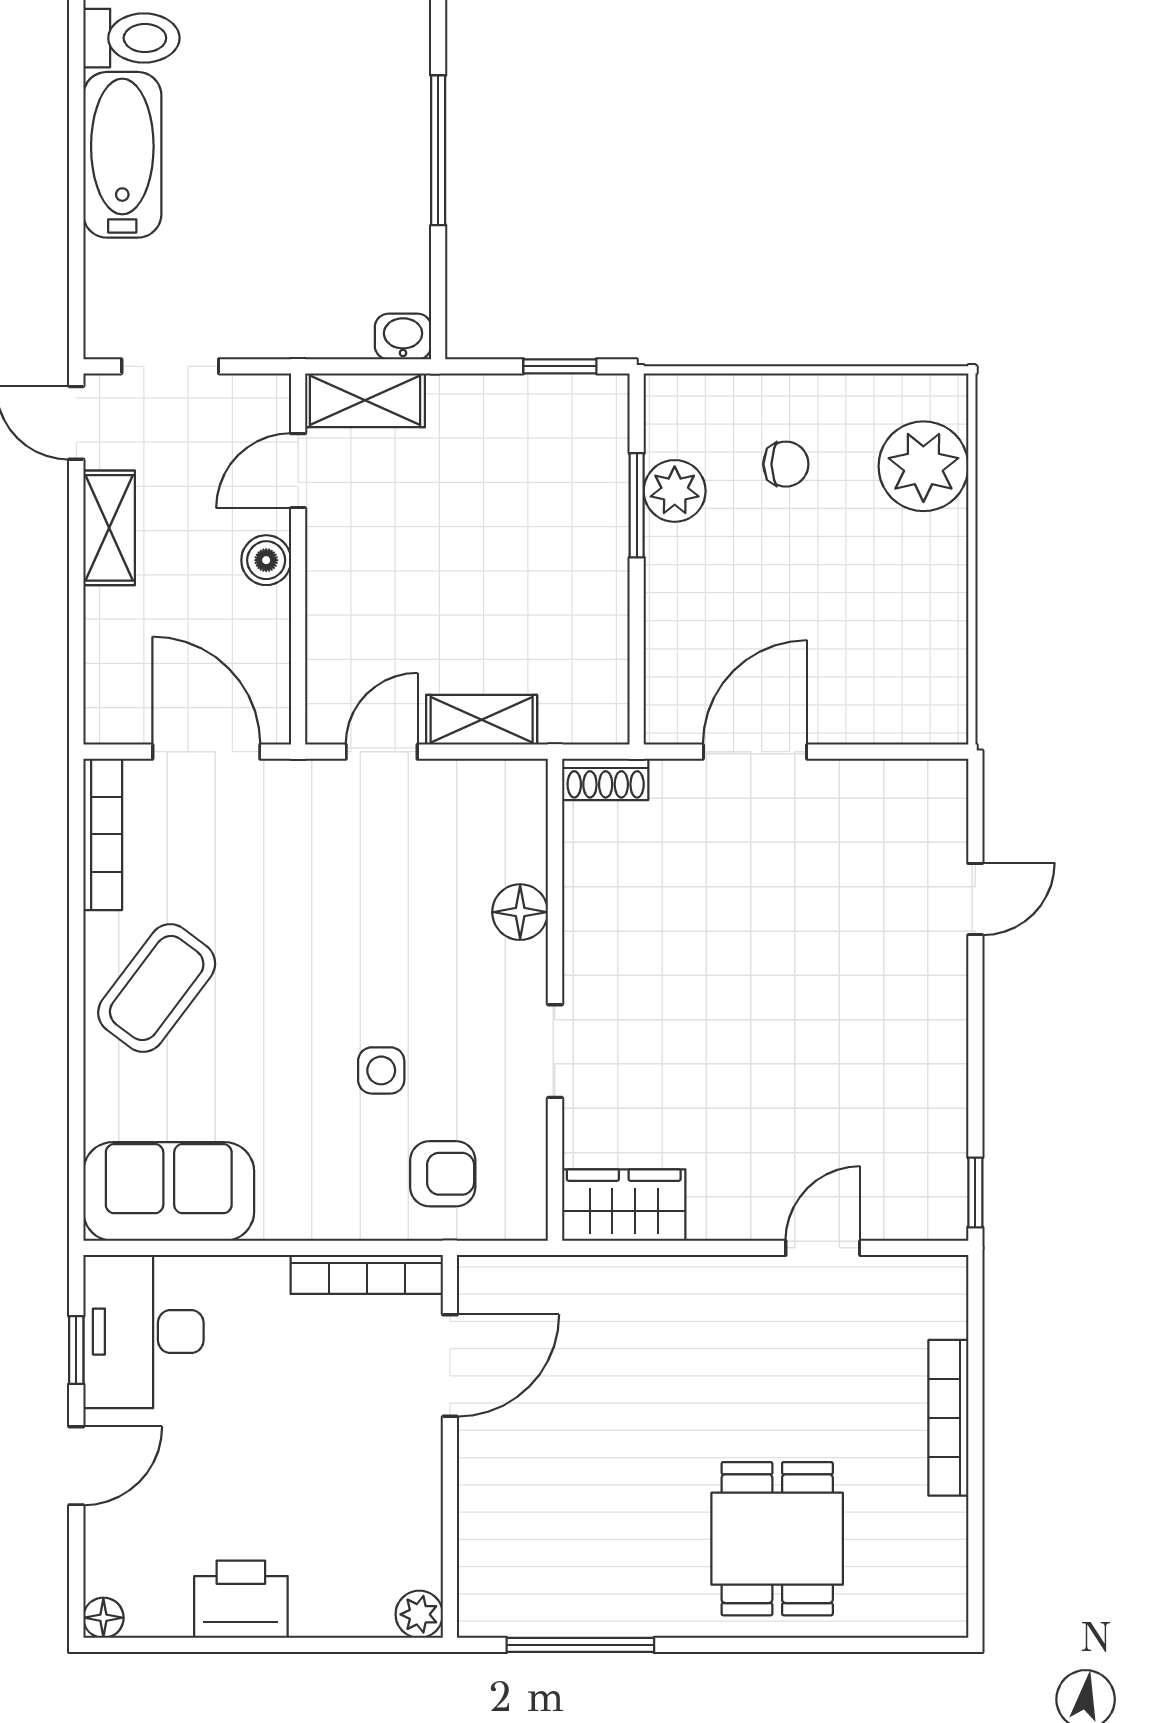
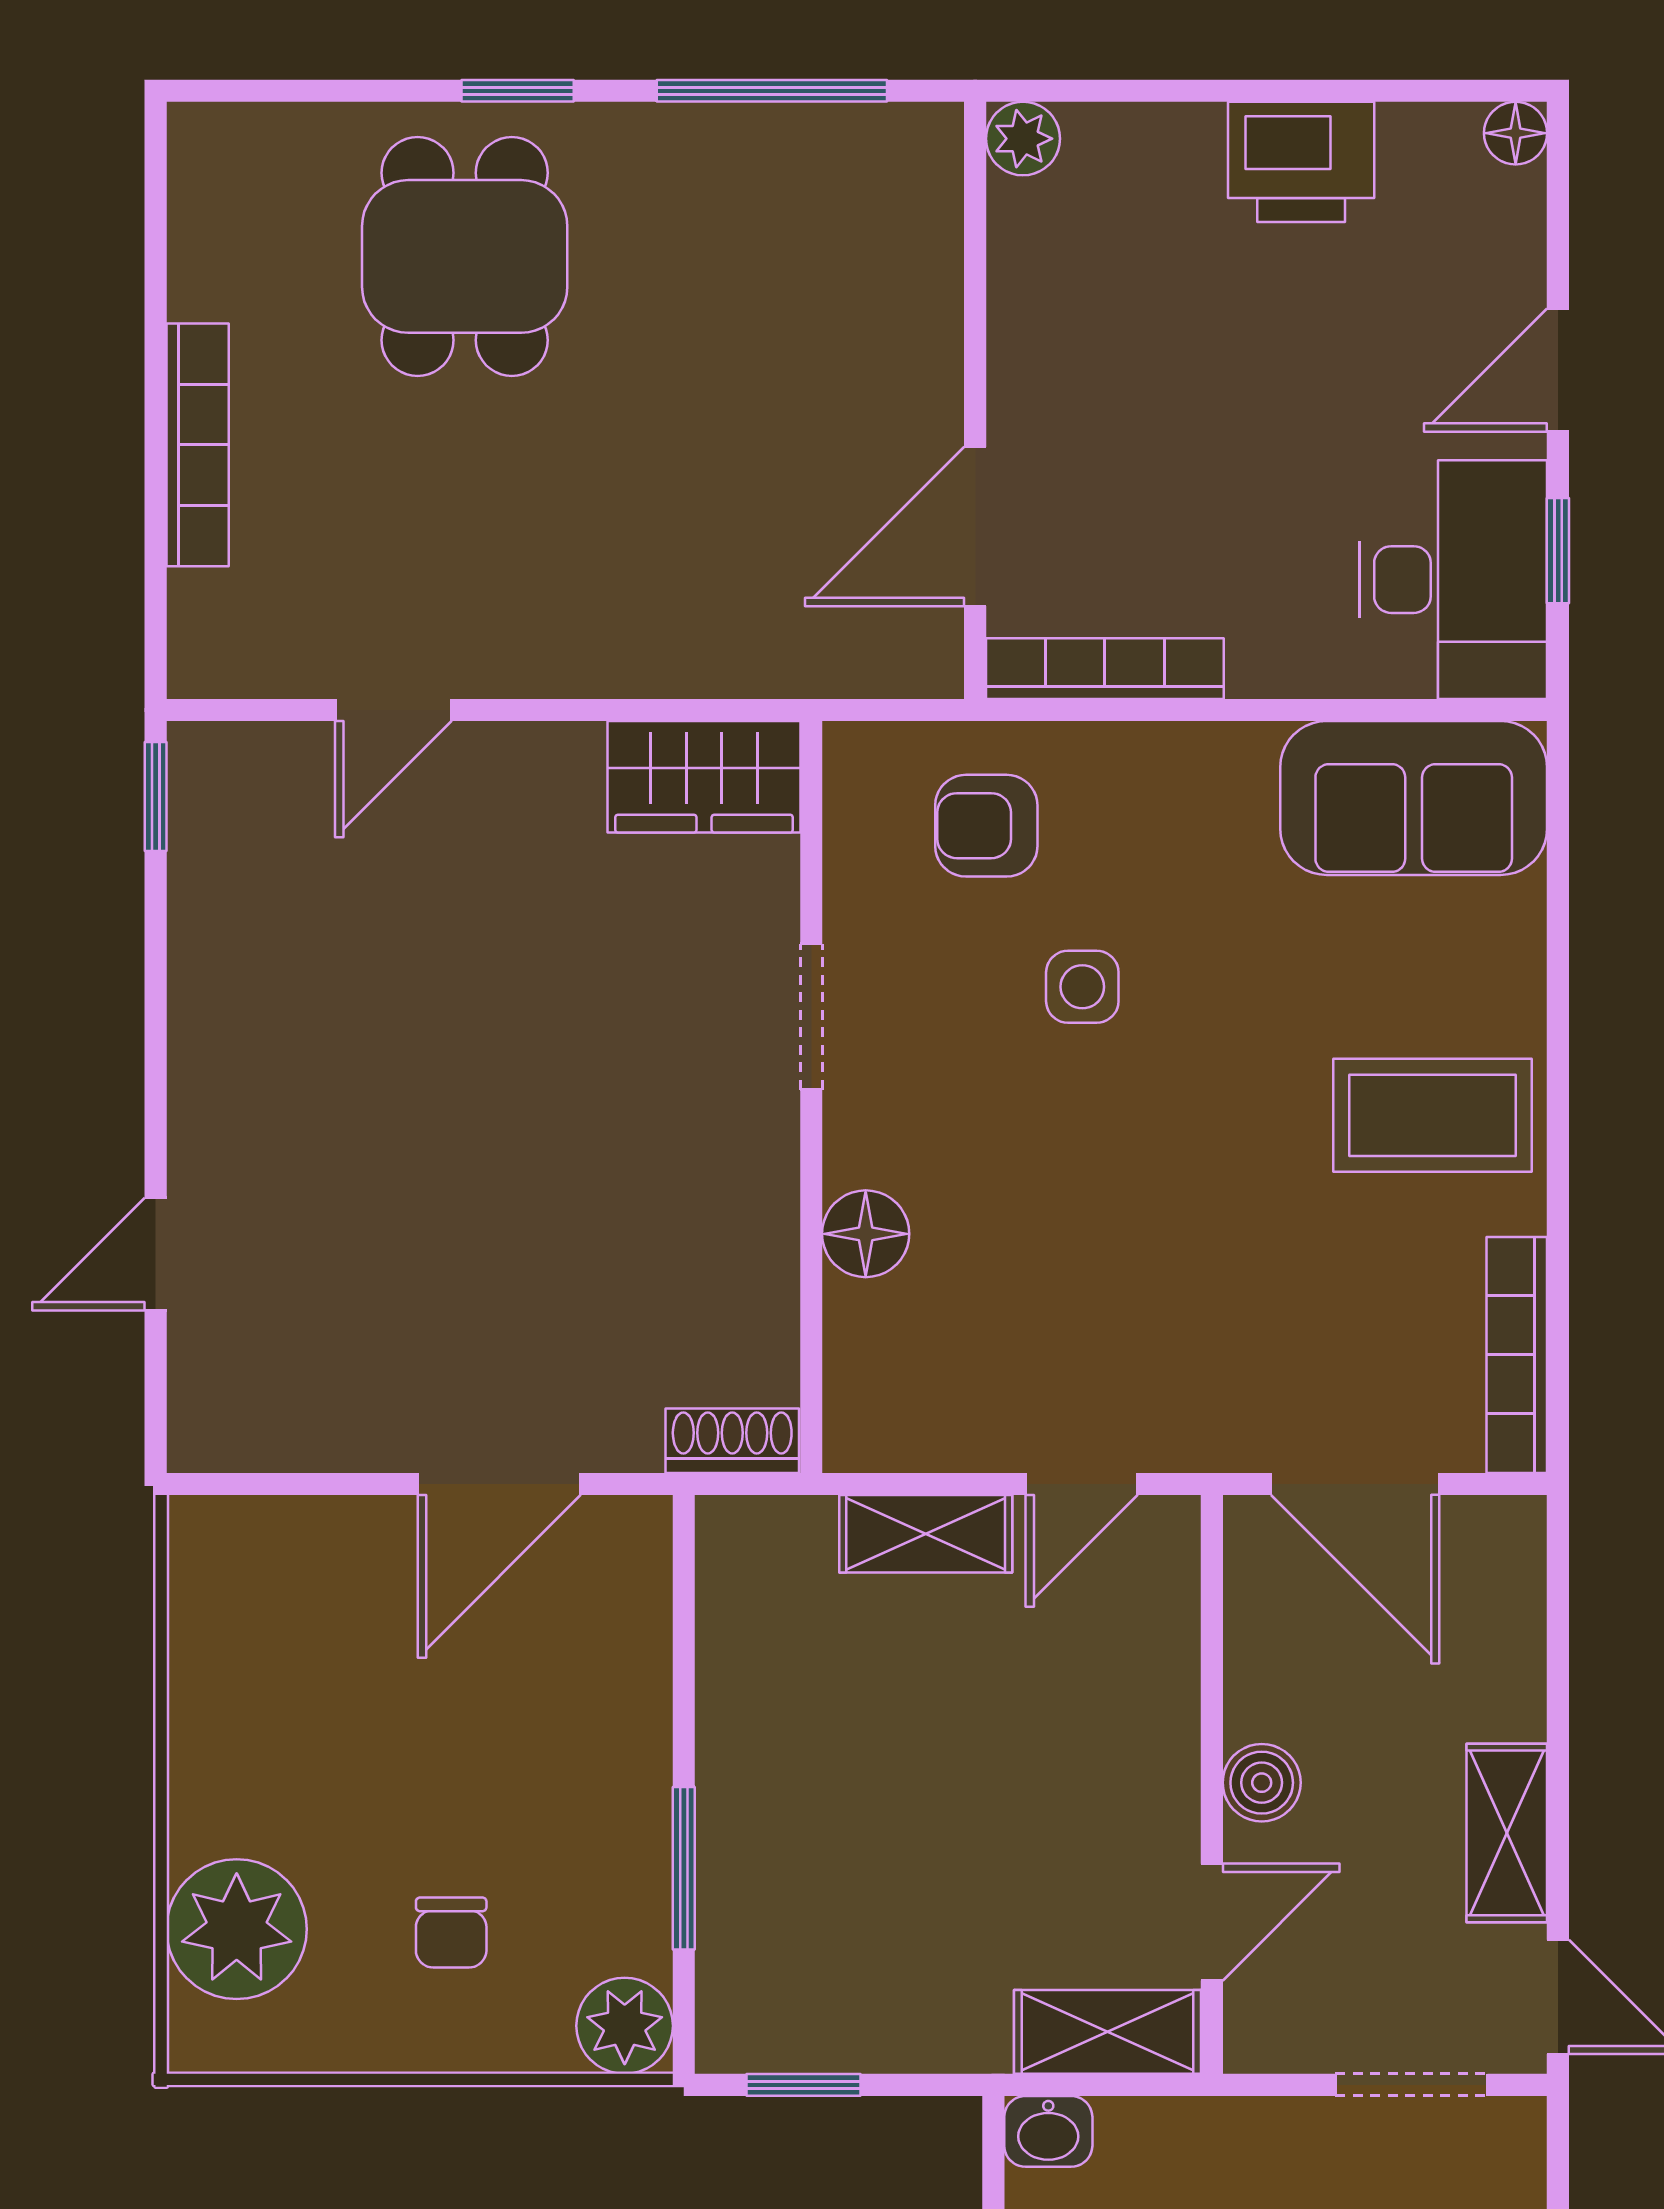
chair: (786, 464) -> (451, 1933), turned -90
plant: (675, 491) -> (625, 2026), moved
coffee table: (157, 988) -> (1432, 1115), turned 53
window: (743, 1645) -> (518, 91), added

